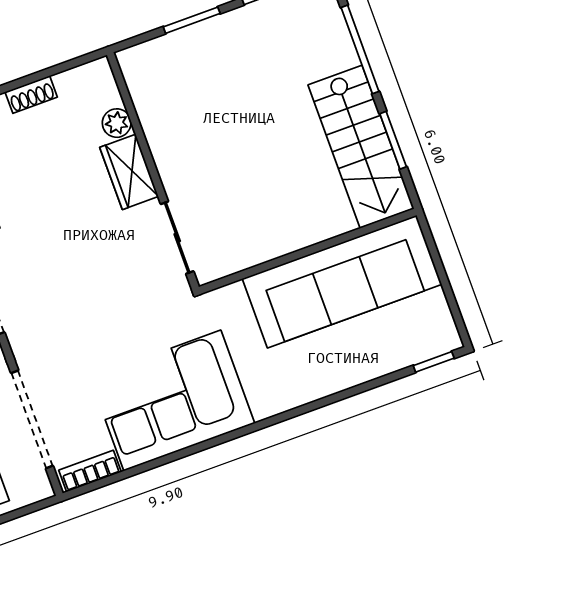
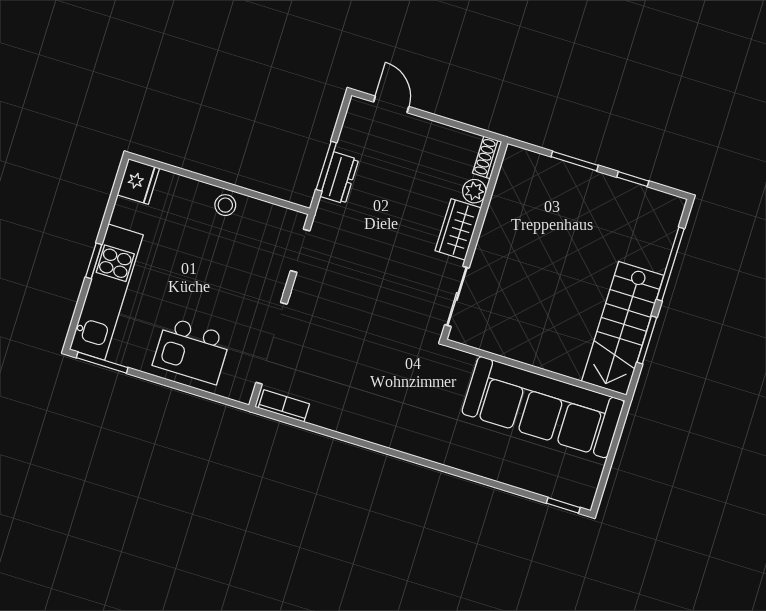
shoe rack: (31, 94) -> (487, 157), moved, turned 90
corner sofa: (172, 401) -> (373, 401), removed

